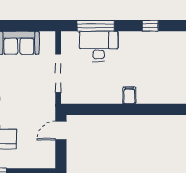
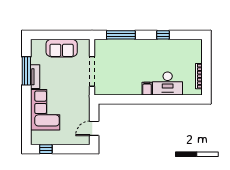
desk: (99, 46) -> (168, 83), moved, turned 180
door: (61, 131) -> (94, 128), moved

